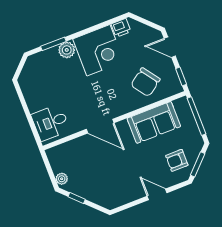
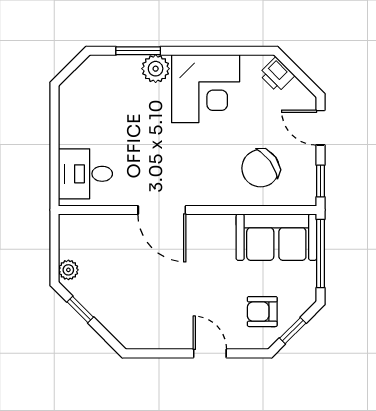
printer: (121, 28) -> (277, 75), moved, turned 45
sofa: (154, 122) -> (276, 237), moved
window: (198, 164) -> (293, 331), width x0.67

